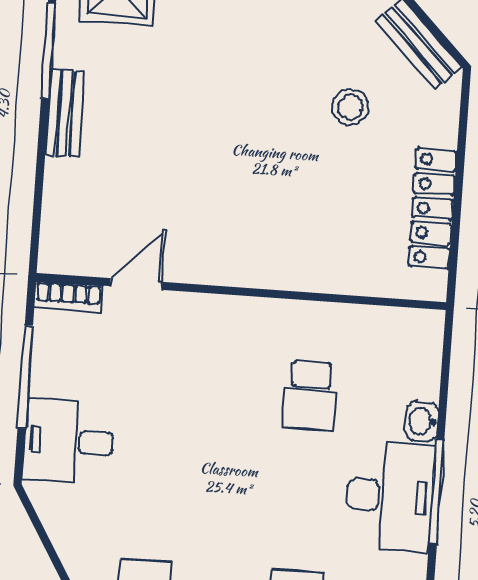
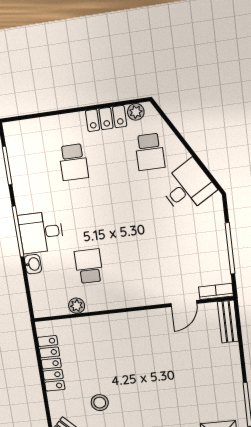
bench: (65, 113) -> (228, 322), moved
plant: (353, 320) -> (77, 306), added
desk: (69, 441) -> (187, 187), moved, turned -31
desk: (389, 496) -> (41, 232), width x0.73

